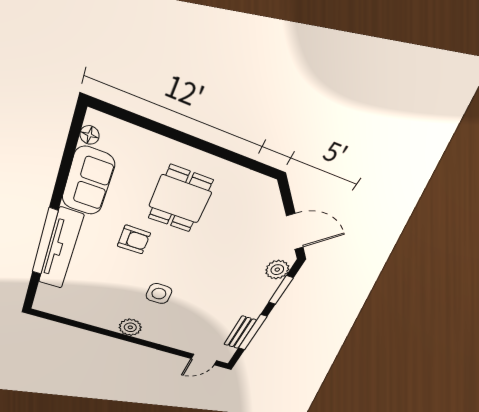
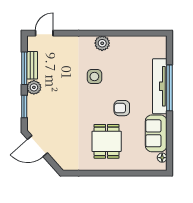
plant: (277, 270) -> (34, 87), moved

